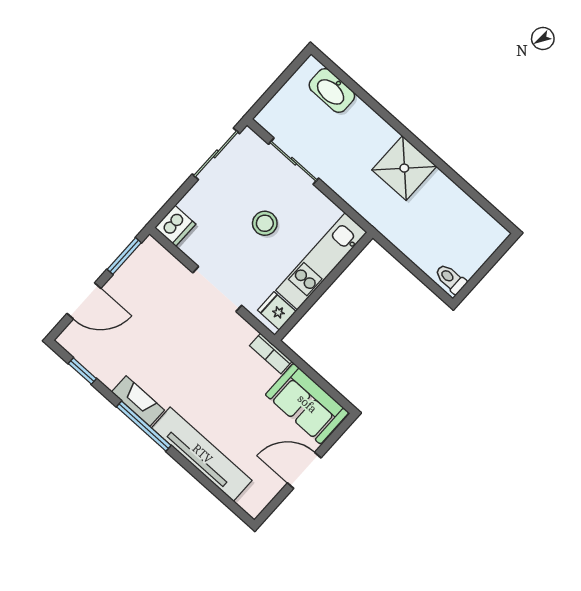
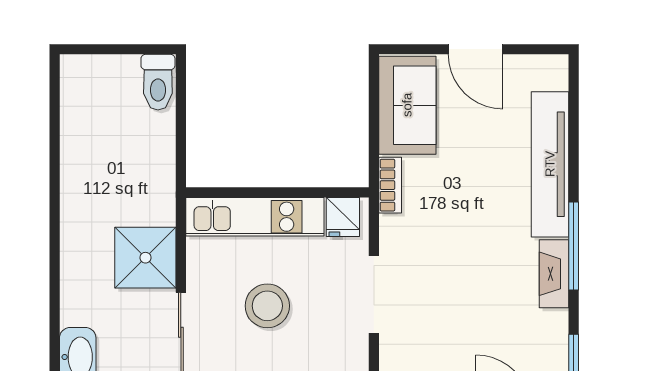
shower: (404, 168) -> (145, 258), moved
stool: (265, 223) -> (267, 306), width x1.38, depth x1.38
toilet: (451, 279) -> (158, 82), width x1.37, depth x1.39

